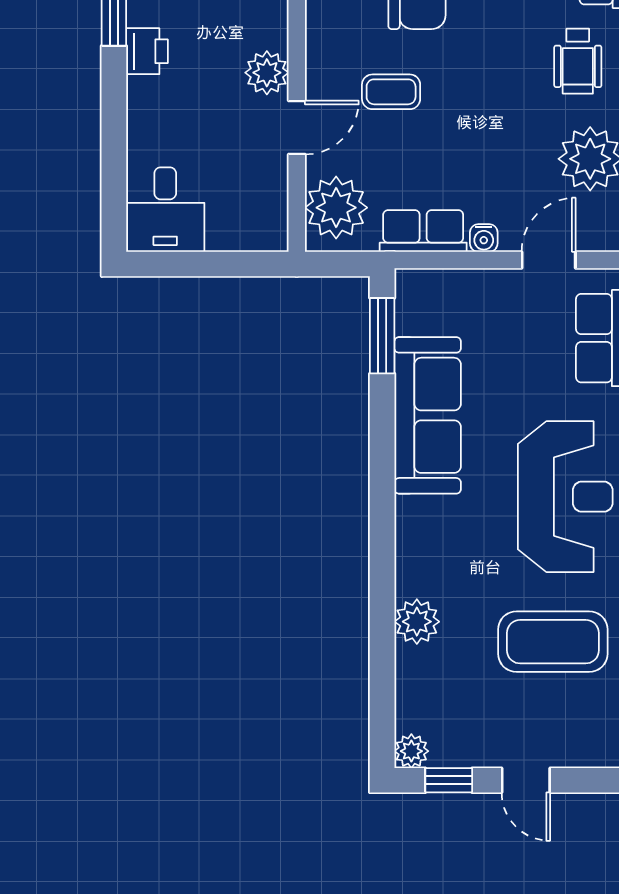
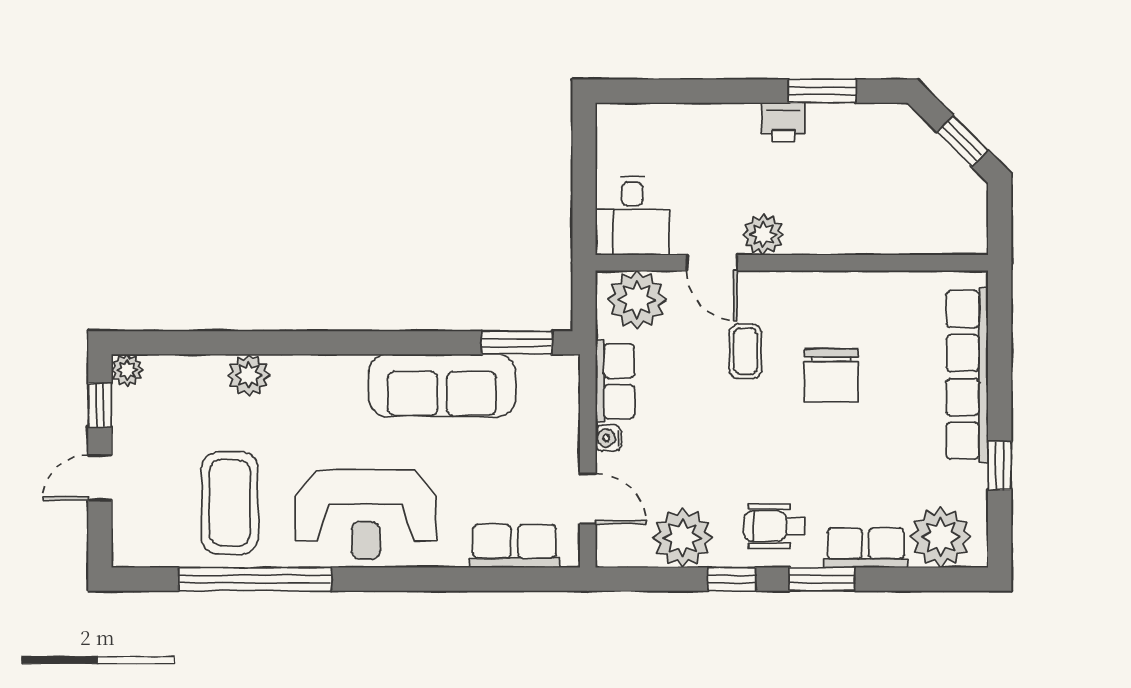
desk: (165, 210) -> (632, 215), moved, turned -90

